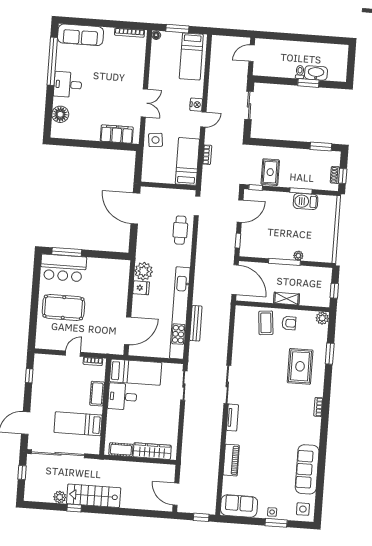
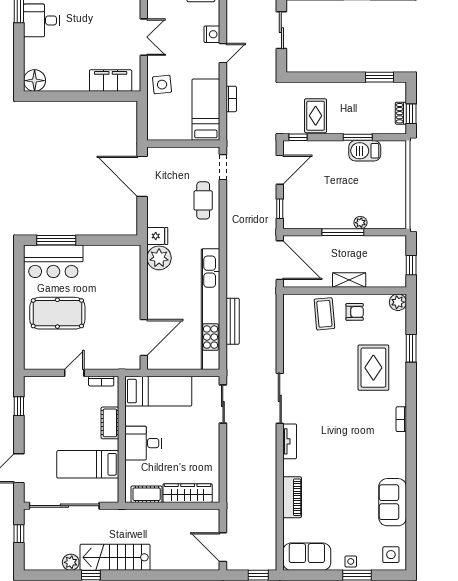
floor lamp: (60, 114) -> (35, 81), moved
fridge: (141, 288) -> (157, 236), moved
desk: (122, 397) -> (143, 443), moved
sofa: (307, 469) -> (393, 502), width x0.73

